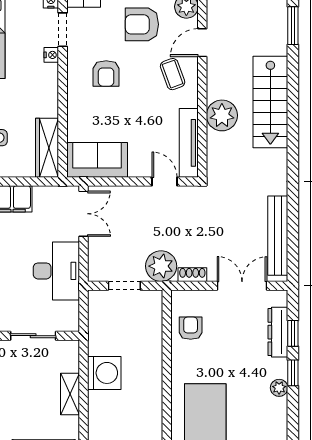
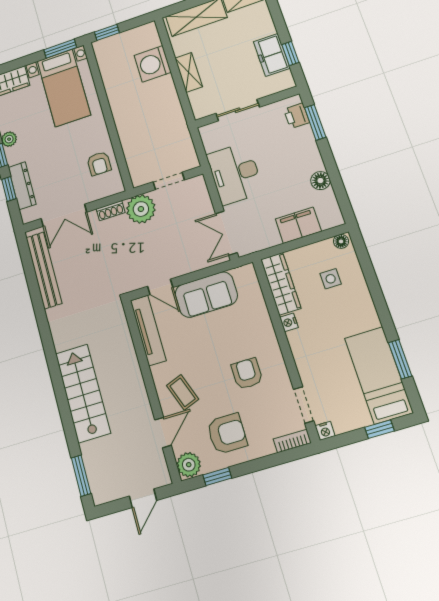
nightstand: (51, 55) -> (289, 322), moved
plant: (222, 115) -> (124, 366), removed
sofa: (97, 160) -> (206, 295), moved
washing machine: (104, 373) -> (153, 64), moved

